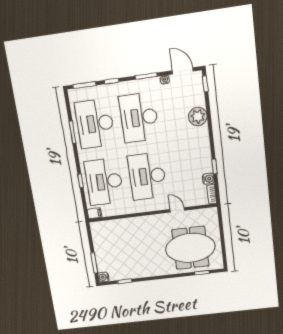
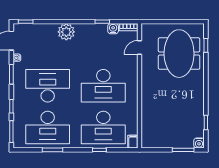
plant: (198, 117) -> (66, 32), moved
desk: (139, 118) -> (48, 86), turned 180
door: (177, 210) -> (140, 47), moved

